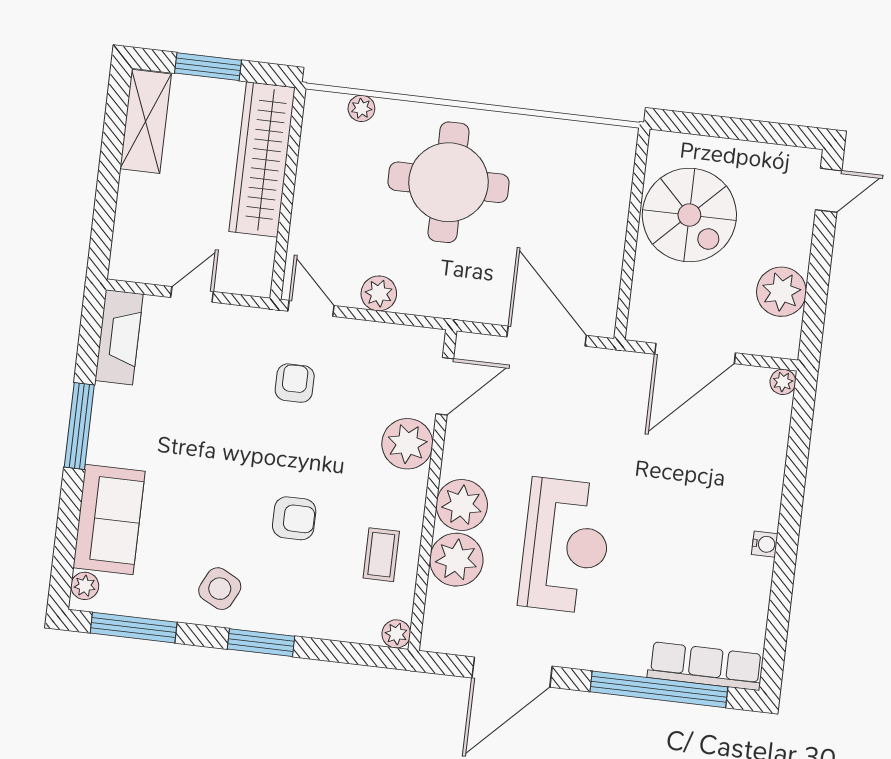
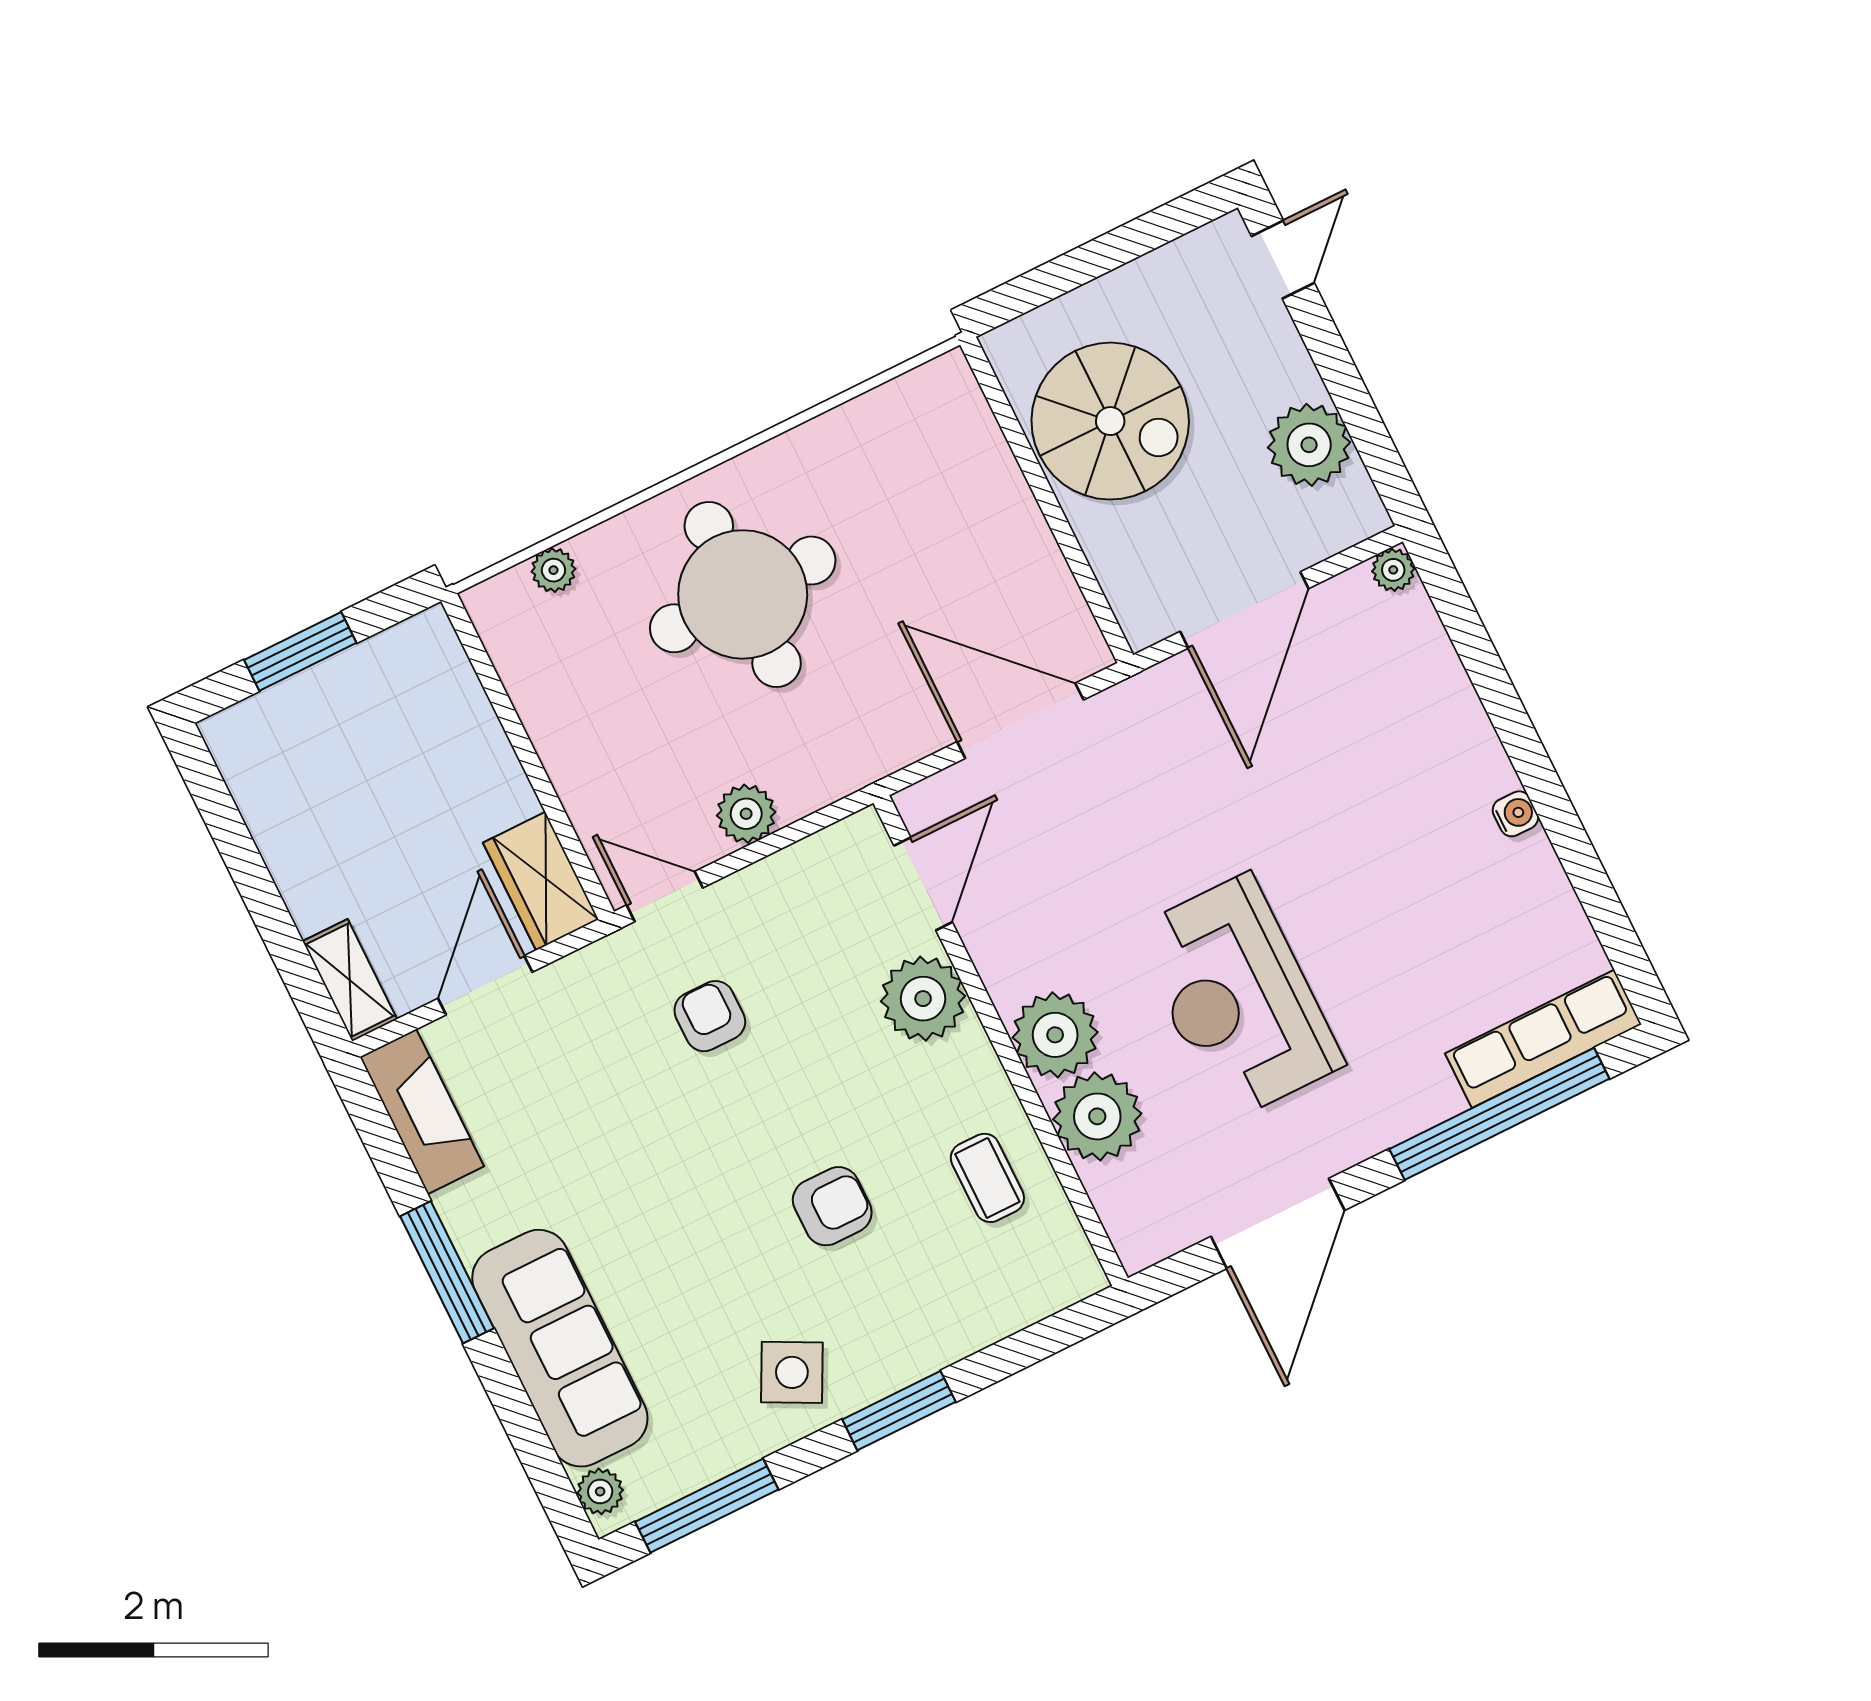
shelving: (146, 121) -> (350, 980), moved, width x0.67, depth x0.75
wardrobe: (262, 159) -> (541, 881), moved, width x0.48, depth x0.85
door: (192, 294) -> (485, 985), width x1.38
sofa: (109, 520) -> (560, 1348), width x1.36
reception desk: (566, 546) -> (1238, 997), turned 180
plant: (396, 634) -> (1081, 1275), removed

